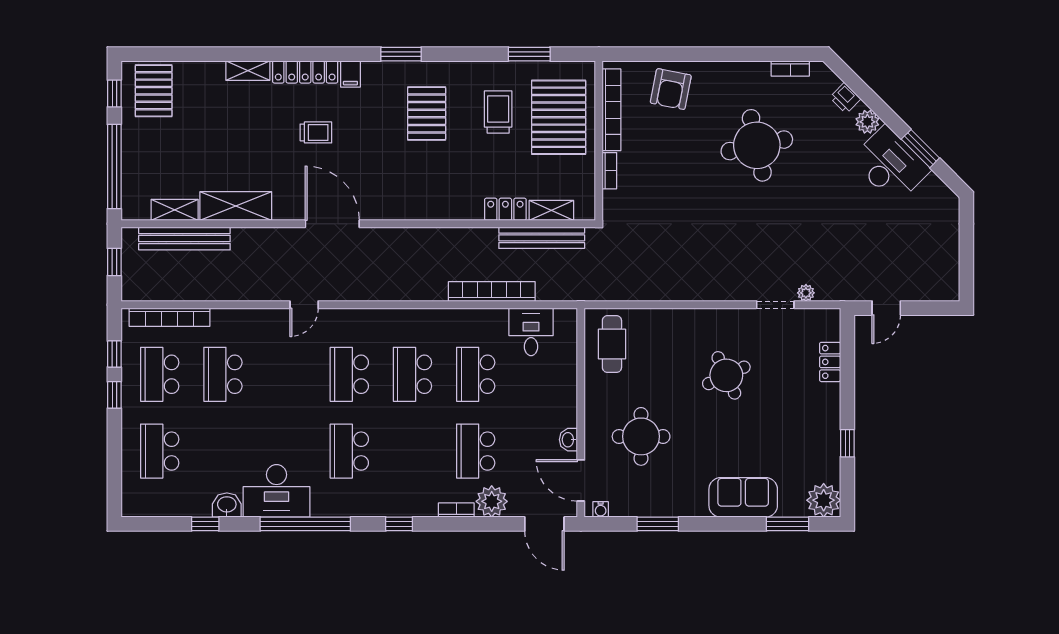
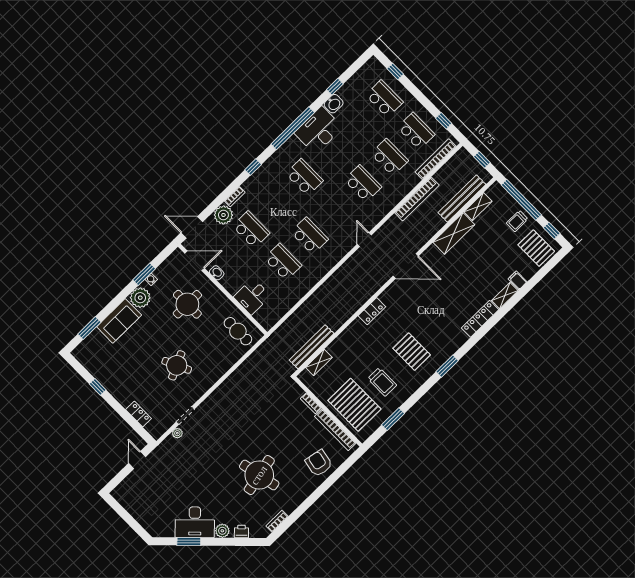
filing cabinet: (350, 74) -> (518, 280), moved
trolley: (316, 132) -> (517, 221), moved
locker: (505, 209) -> (372, 311), moved
bookcase: (492, 292) -> (417, 199), moved
door: (304, 305) -> (364, 240), moved
desk: (531, 332) -> (252, 296), moved, turned 90
school desk: (349, 374) -> (363, 183), moved
window: (114, 395) -> (395, 71), moved
plant: (824, 500) -> (140, 298), moved
water cooler: (601, 509) -> (151, 279), moved

